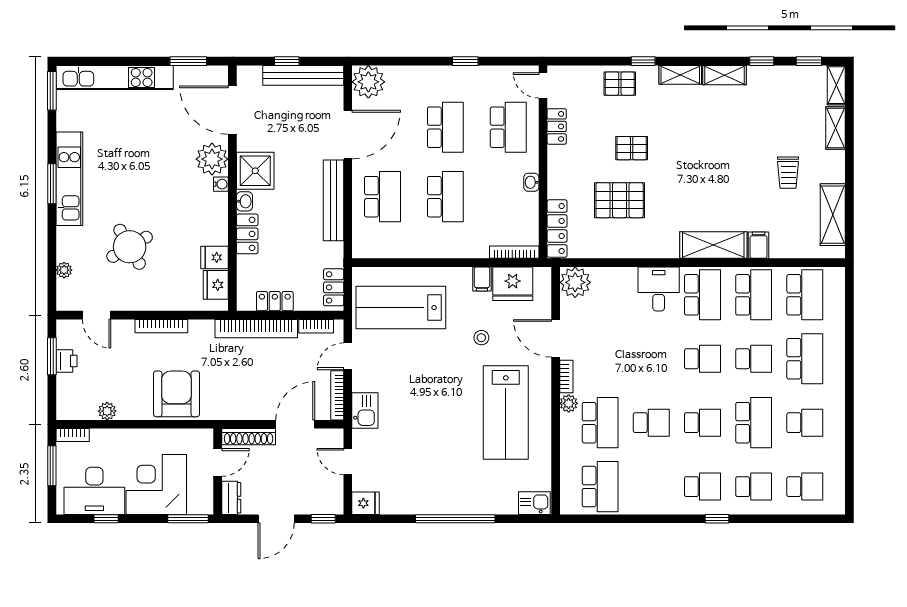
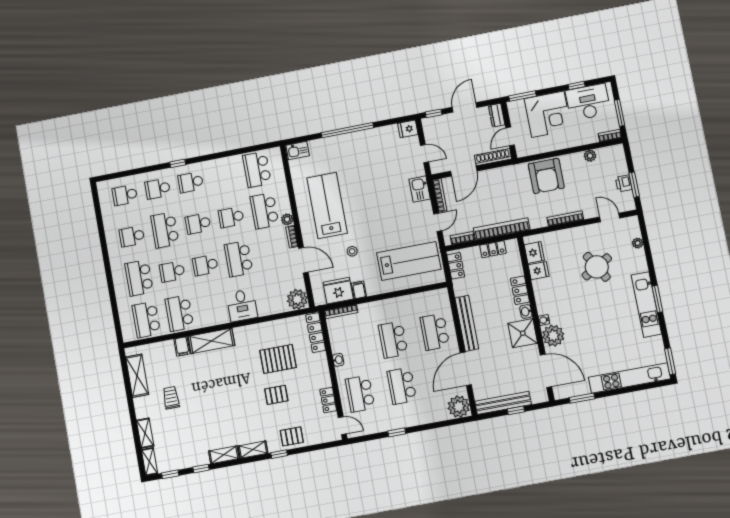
school desk: (702, 295) -> (239, 259), moved

